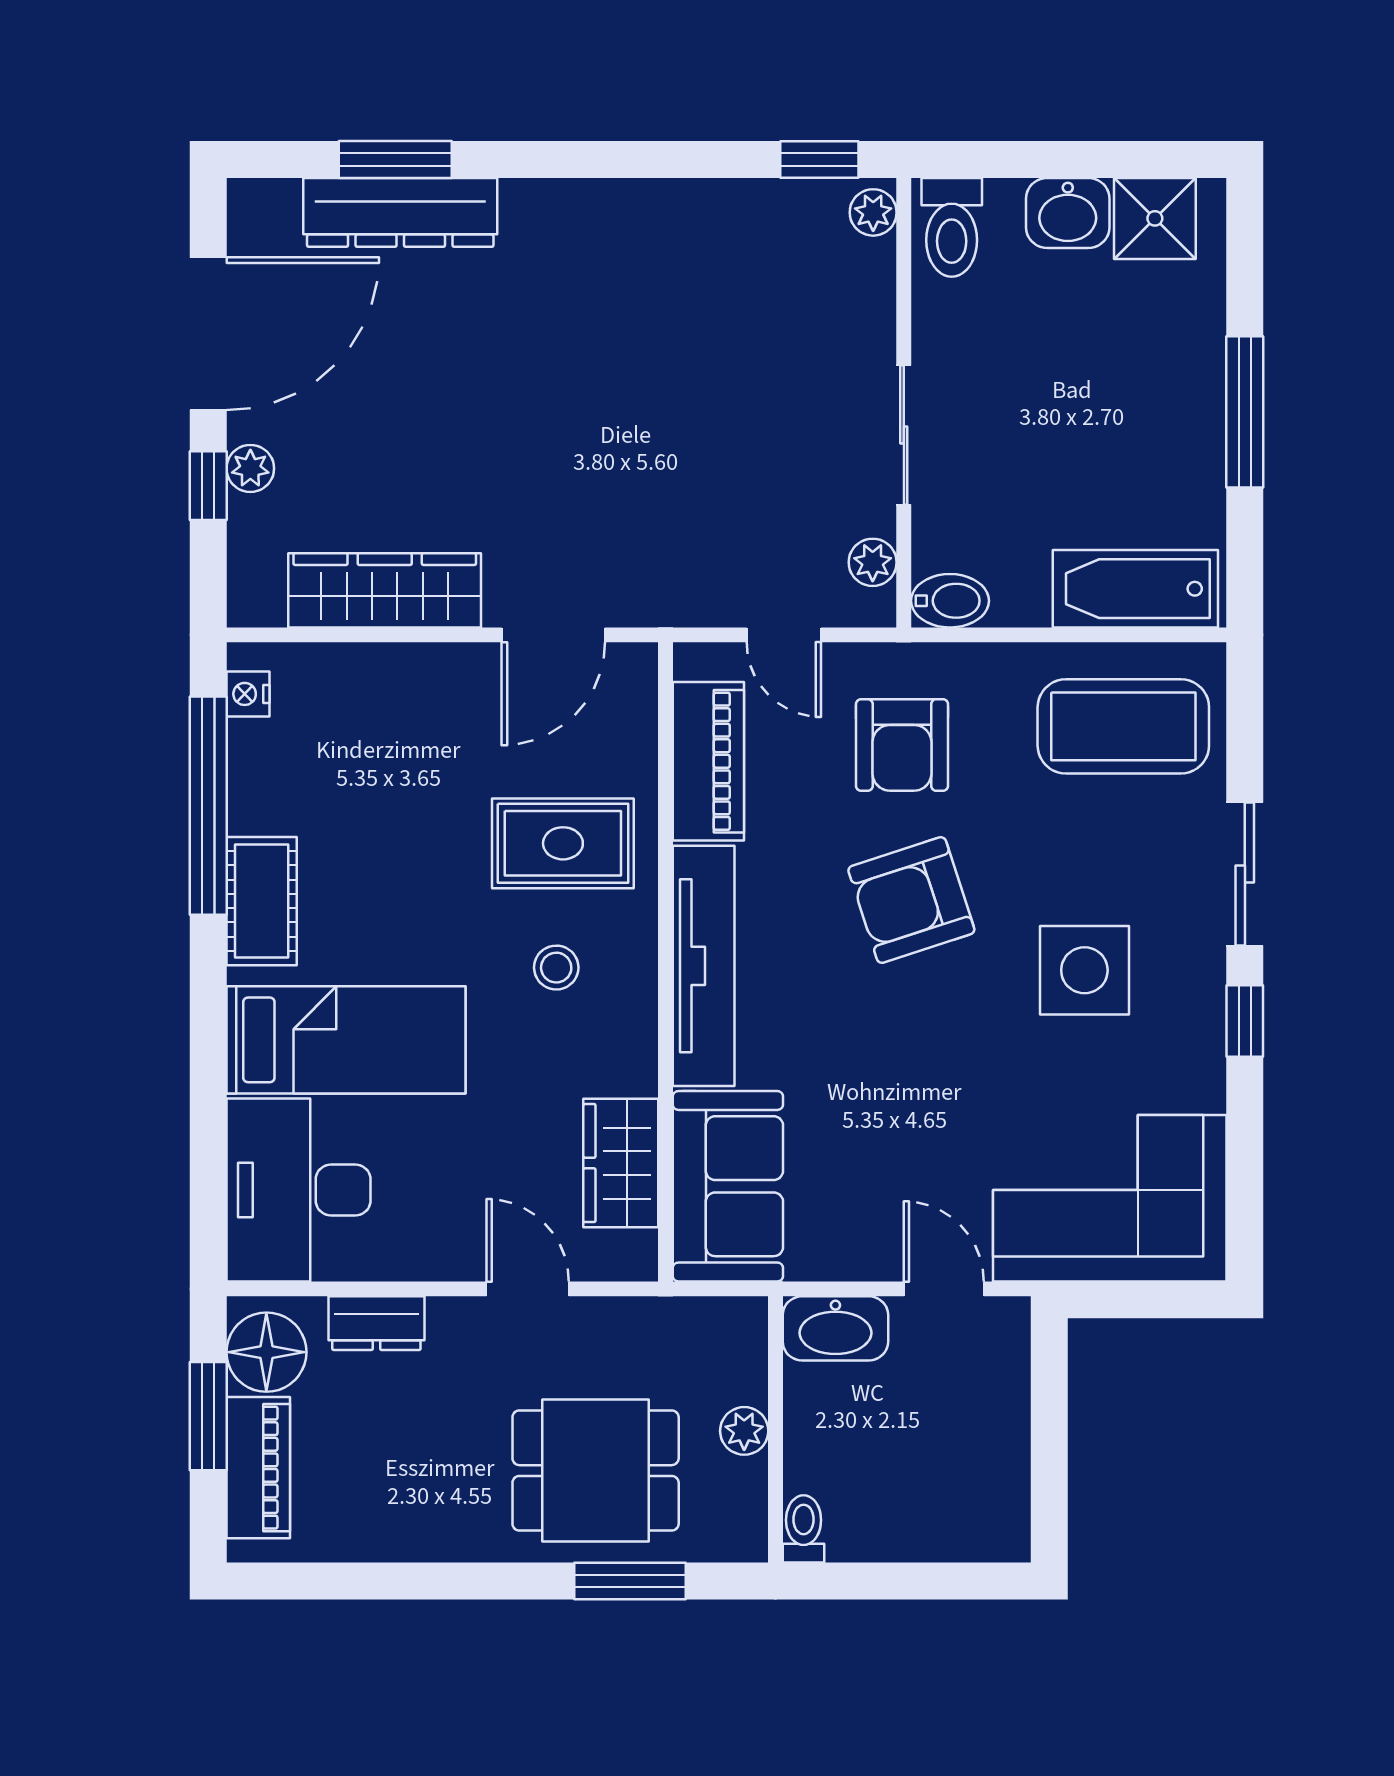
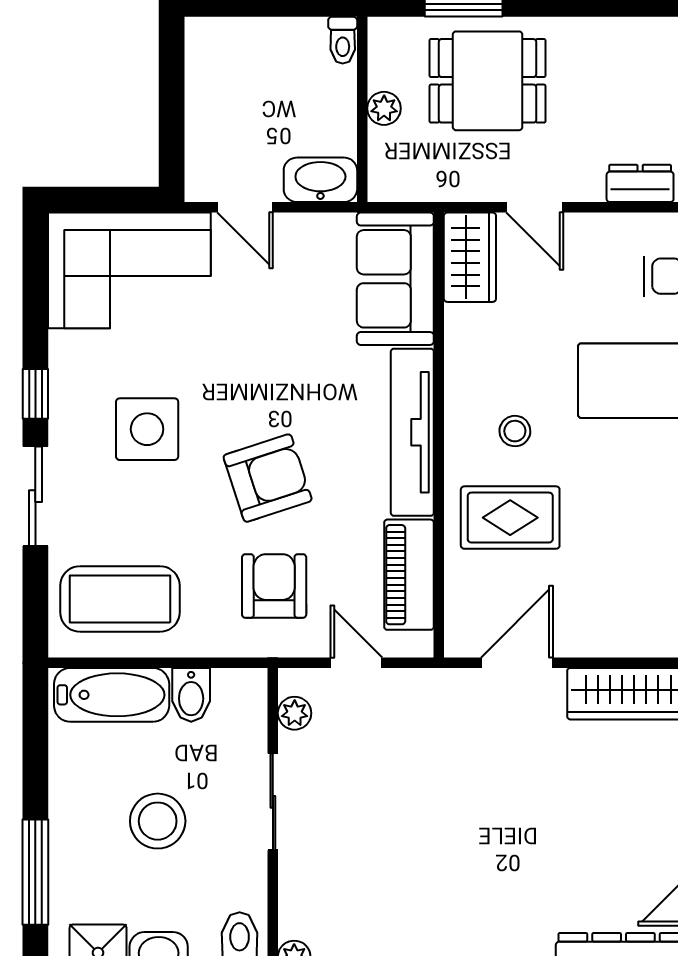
stool: (1069, 407) -> (158, 821), added
window: (1245, 412) -> (35, 872), moved
bidet: (950, 601) -> (191, 695), moved, turned -90
wardrobe: (621, 1163) -> (470, 257), moved

